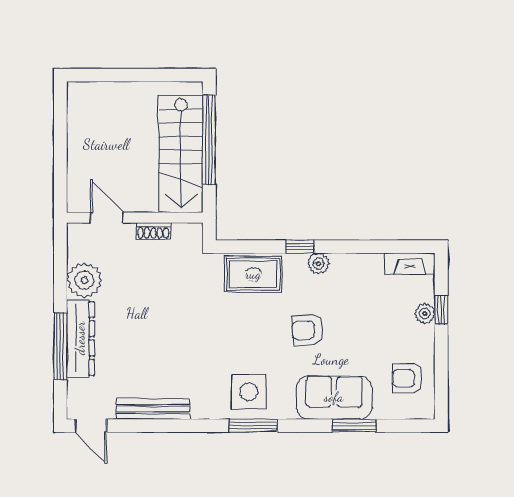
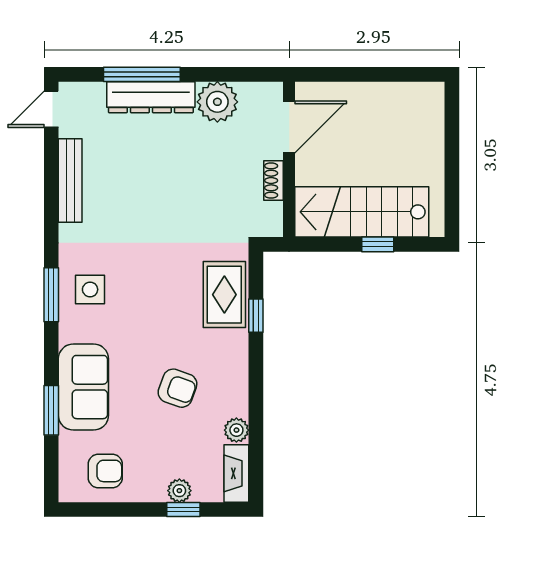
window: (209, 140) -> (378, 244), width x0.32
door: (107, 218) -> (289, 127), width x1.38
window: (300, 247) -> (256, 316), moved
plant: (318, 264) -> (236, 430), moved
armchair: (308, 330) -> (177, 388), moved, turned 114
armchair: (408, 378) -> (105, 471), turned 90
side table: (249, 392) -> (90, 289), width x0.73, depth x0.73

